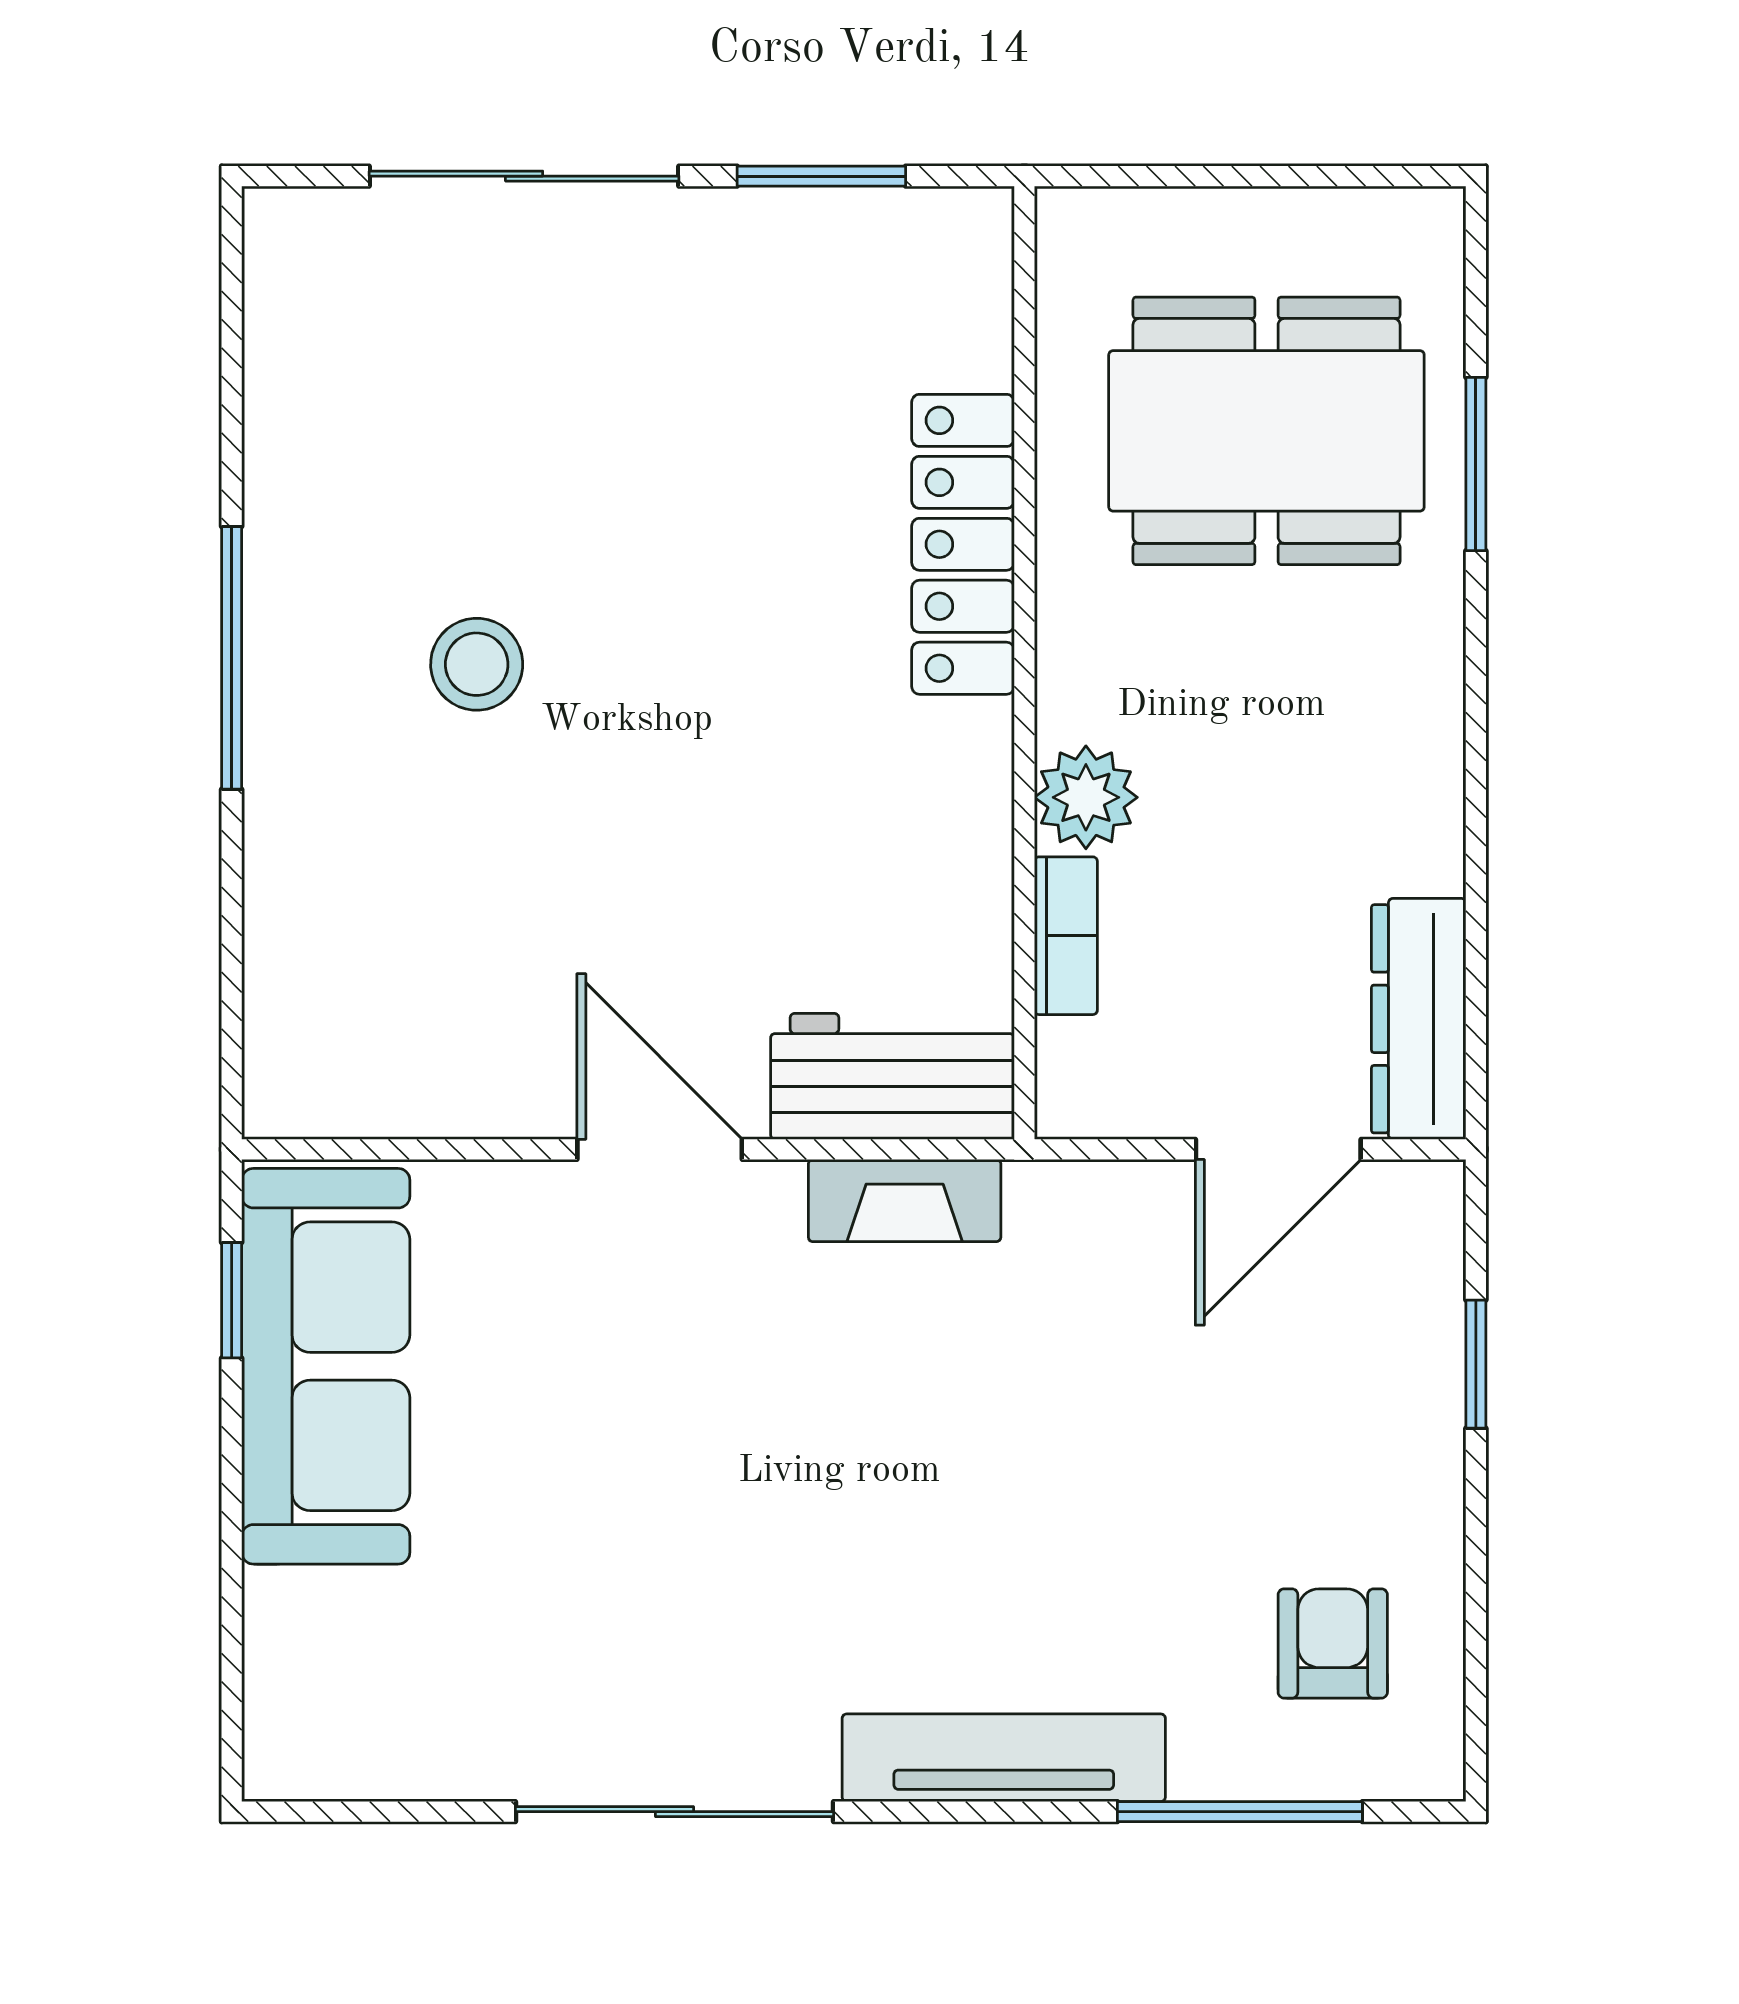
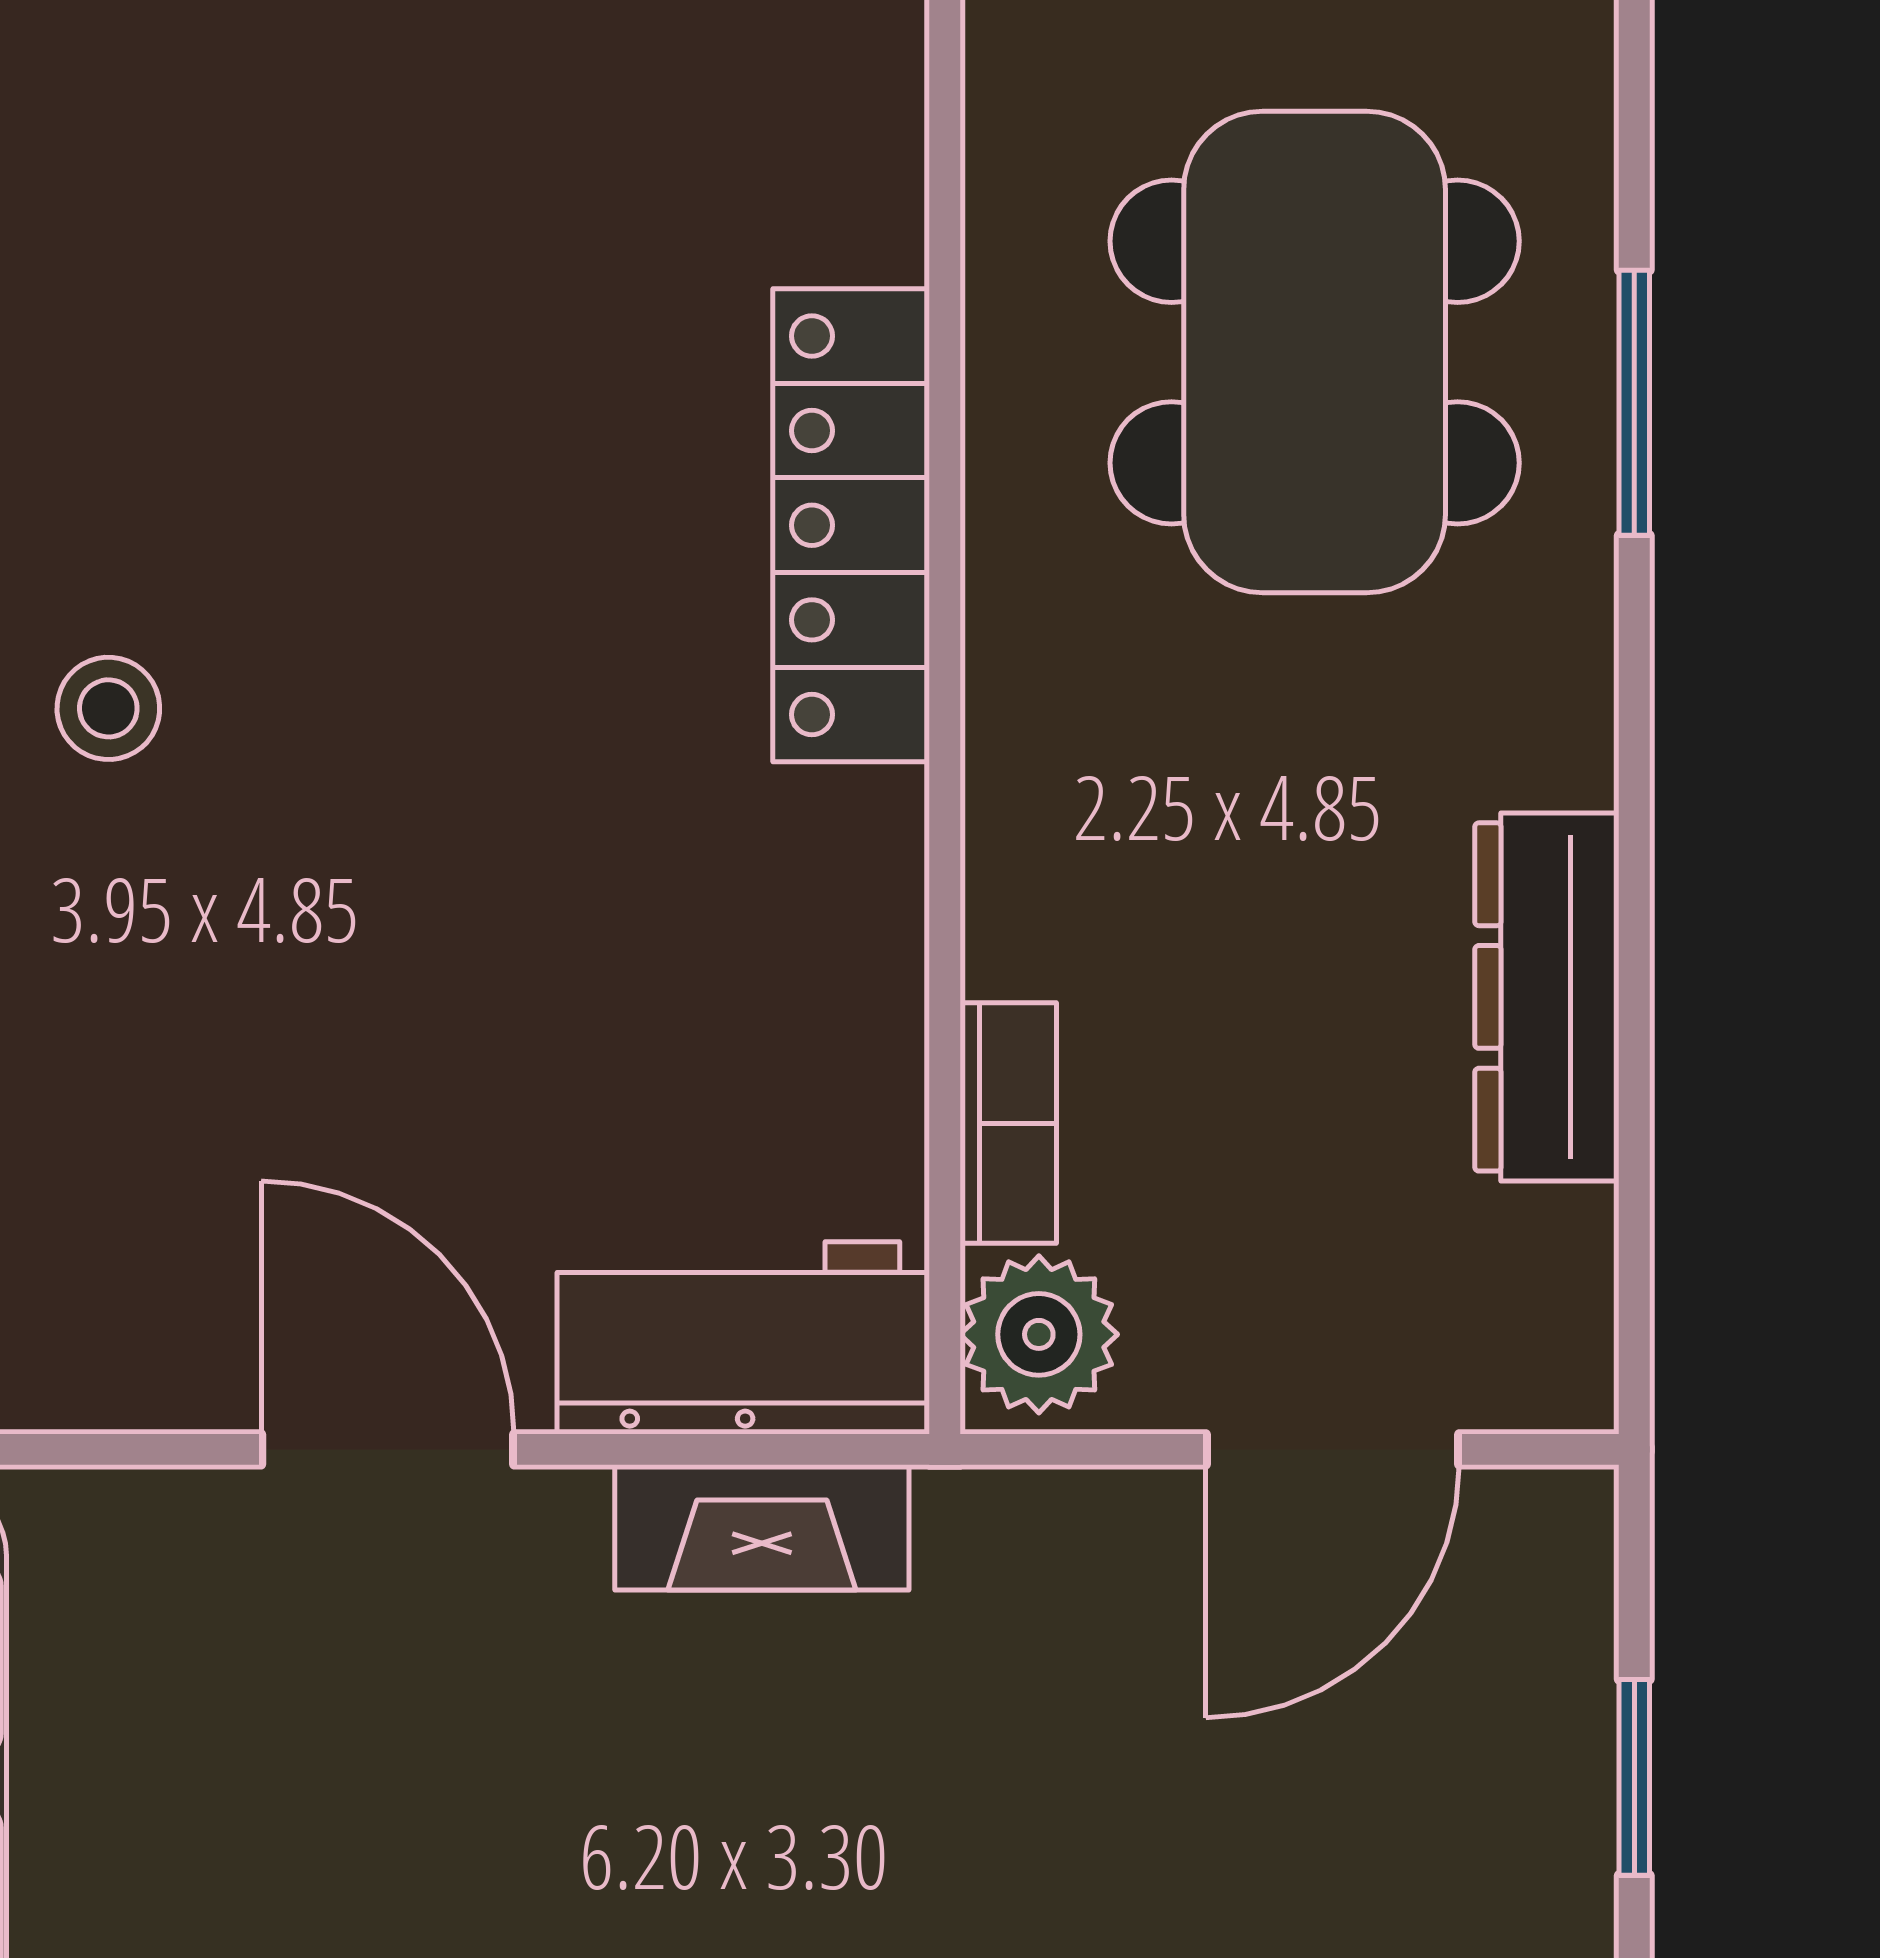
dining table: (1266, 431) -> (1315, 352), turned 90
stool: (477, 664) -> (108, 708), width x0.73, depth x0.73
plant: (1086, 797) -> (1039, 1334), moved
dresser: (1419, 1019) -> (1547, 997), moved

